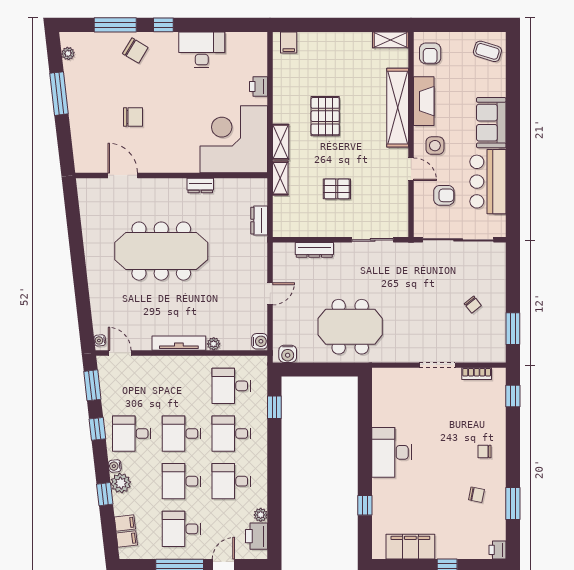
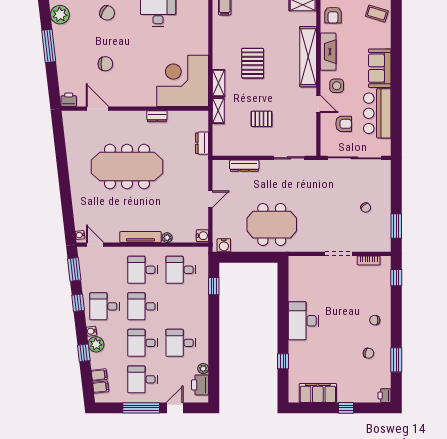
plant: (68, 53) -> (60, 15), width x1.88, depth x1.88
printer: (258, 86) -> (69, 100), moved, turned 90
desk: (231, 434) -> (143, 270), moved

